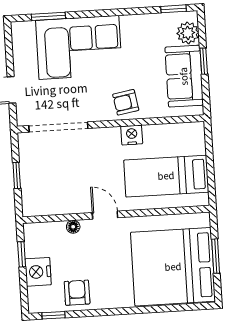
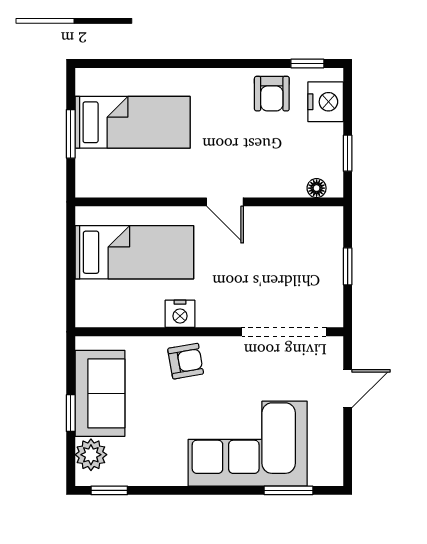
floor lamp: (73, 227) -> (317, 188), moved
bed: (173, 267) -> (133, 122), width x0.49
nightstand: (38, 272) -> (326, 102), moved

